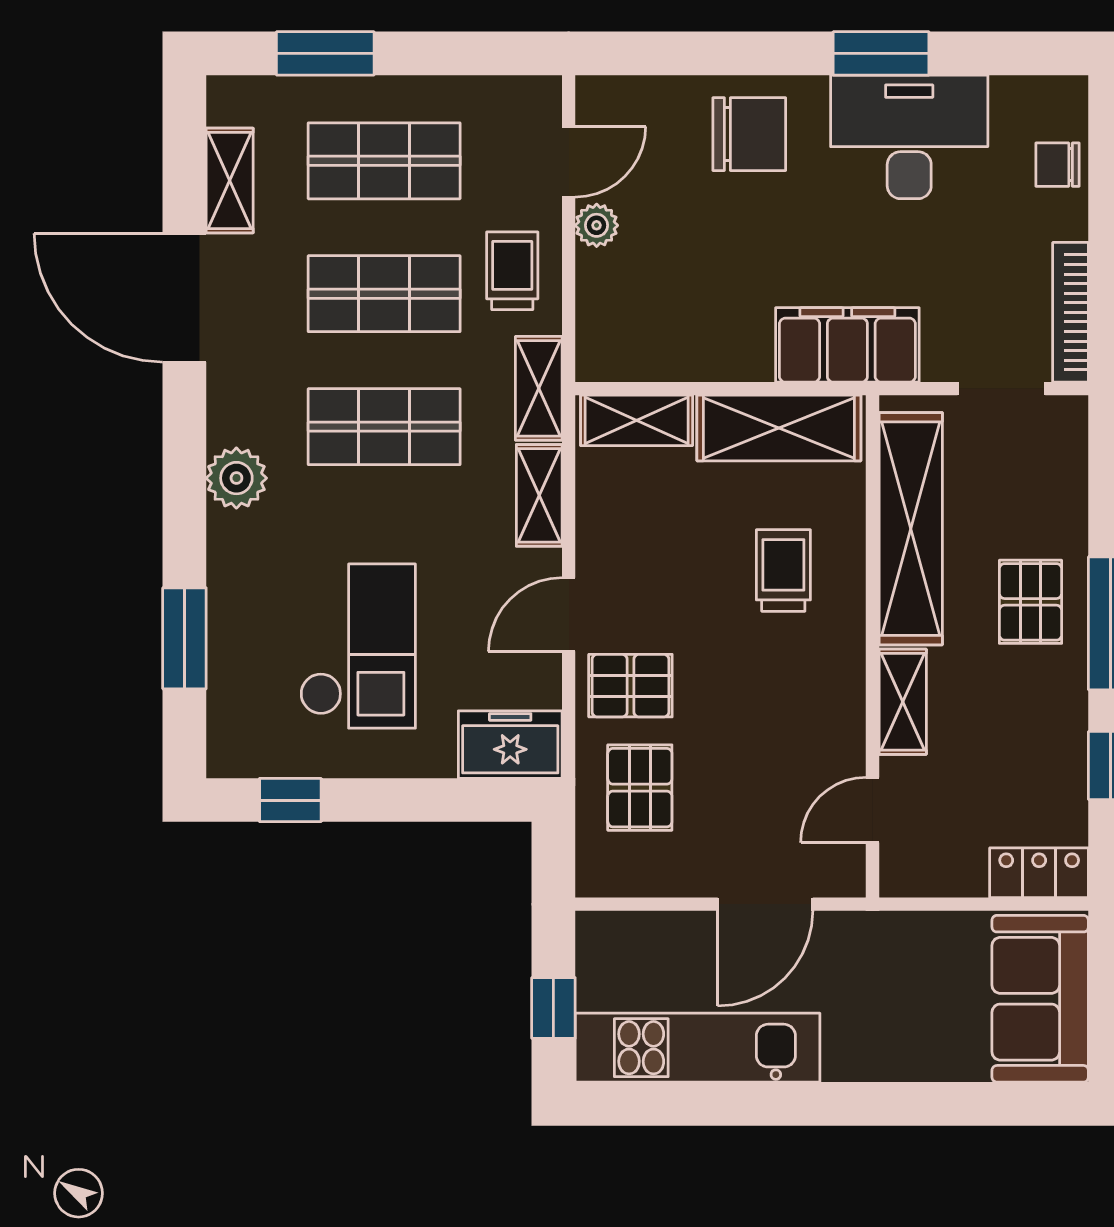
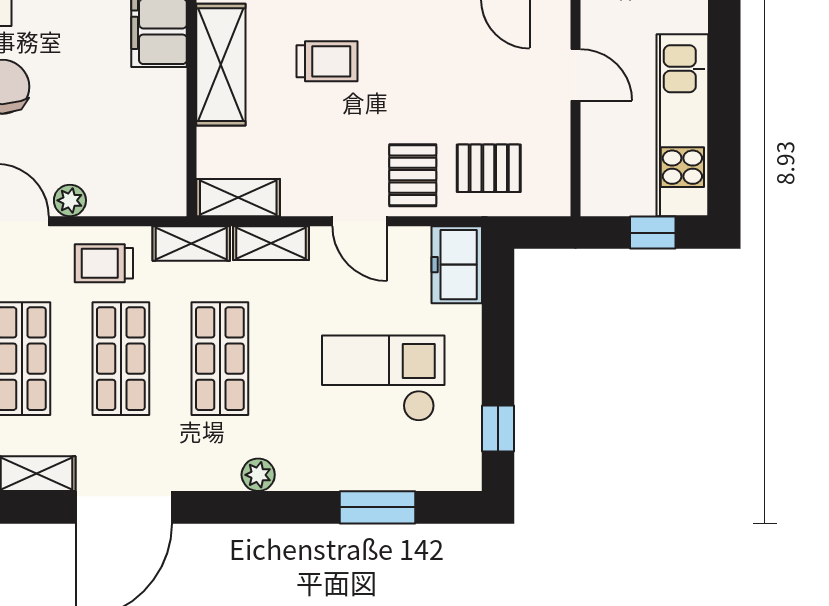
shelving: (637, 420) -> (238, 198), moved, turned 90
plant: (236, 478) -> (258, 475), width x0.73, depth x0.73
trolley: (783, 571) -> (327, 61), turned 180
door: (765, 904) -> (576, 75), width x0.73

